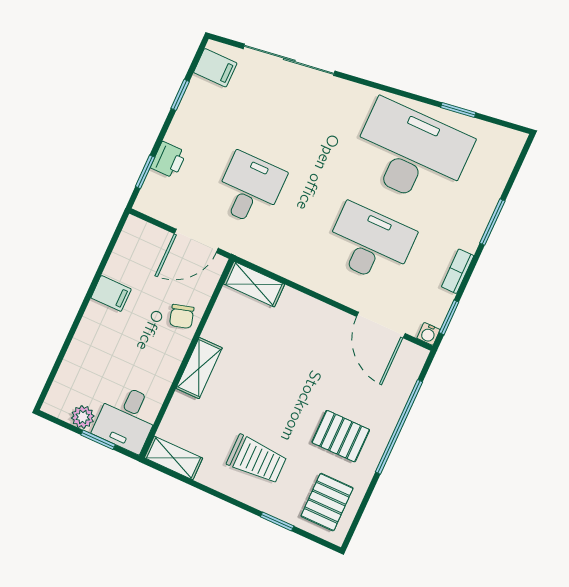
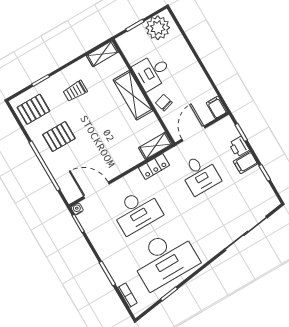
filing cabinet: (215, 68) -> (245, 163), moved
locker: (286, 265) -> (154, 167), added
bookcase: (458, 271) -> (127, 295), moved
filing cabinet: (111, 293) -> (217, 107), moved, turned 90
shelving: (199, 368) -> (133, 95), width x1.50, depth x1.33
plant: (83, 417) -> (158, 28), width x1.88, depth x1.88
desk: (127, 418) -> (152, 72), moved, turned -90
trolley: (257, 460) -> (75, 91), width x0.73, depth x0.72
pallet: (327, 502) -> (33, 109), turned 90

